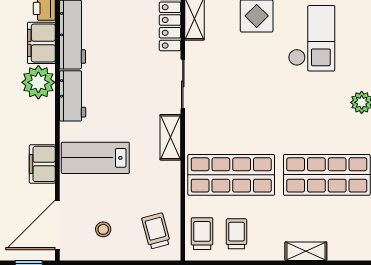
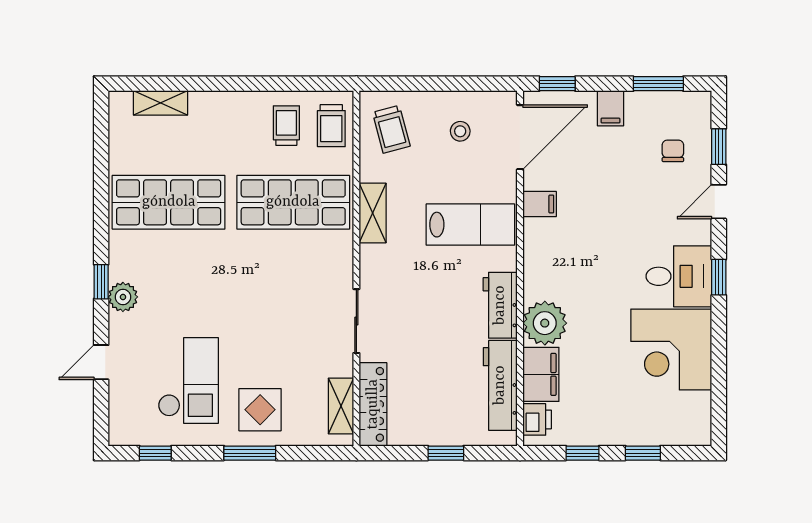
checkout: (312, 38) -> (188, 380), turned 180
shelving: (170, 137) -> (373, 213), moved
filing cabinet: (42, 164) -> (540, 204), width x0.50
trolley: (236, 234) -> (286, 126), turned 180
shelving: (306, 251) -> (160, 103), moved

